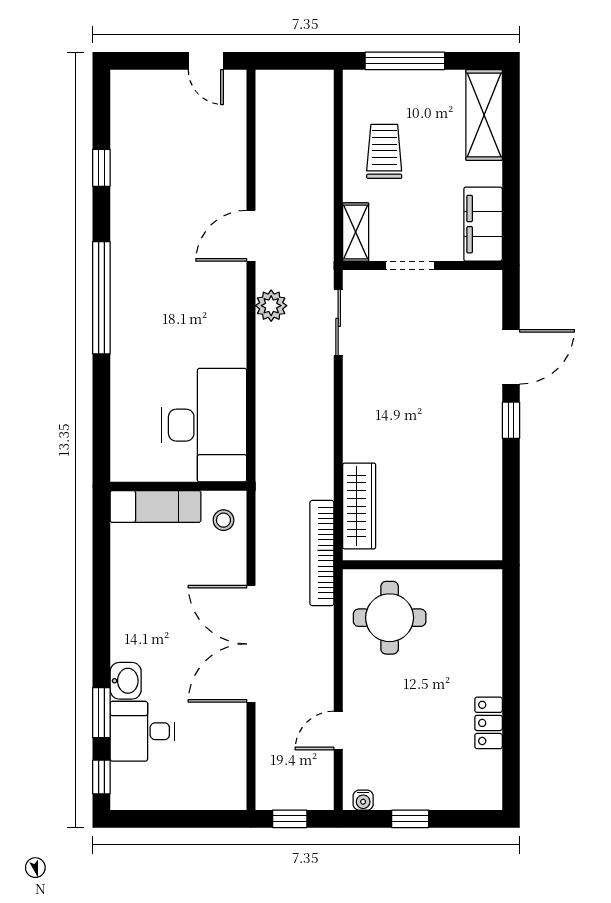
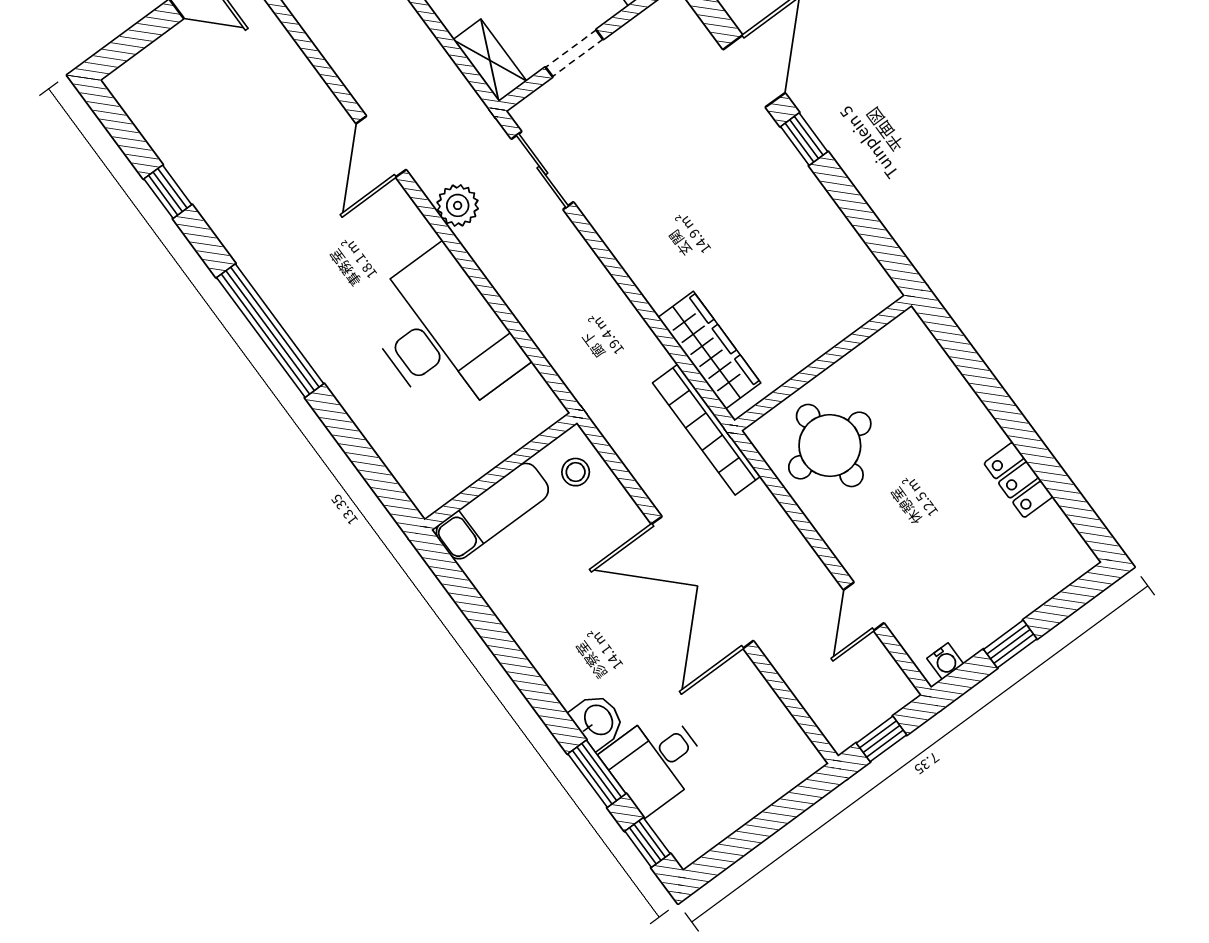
desk: (204, 425) -> (442, 334), moved

